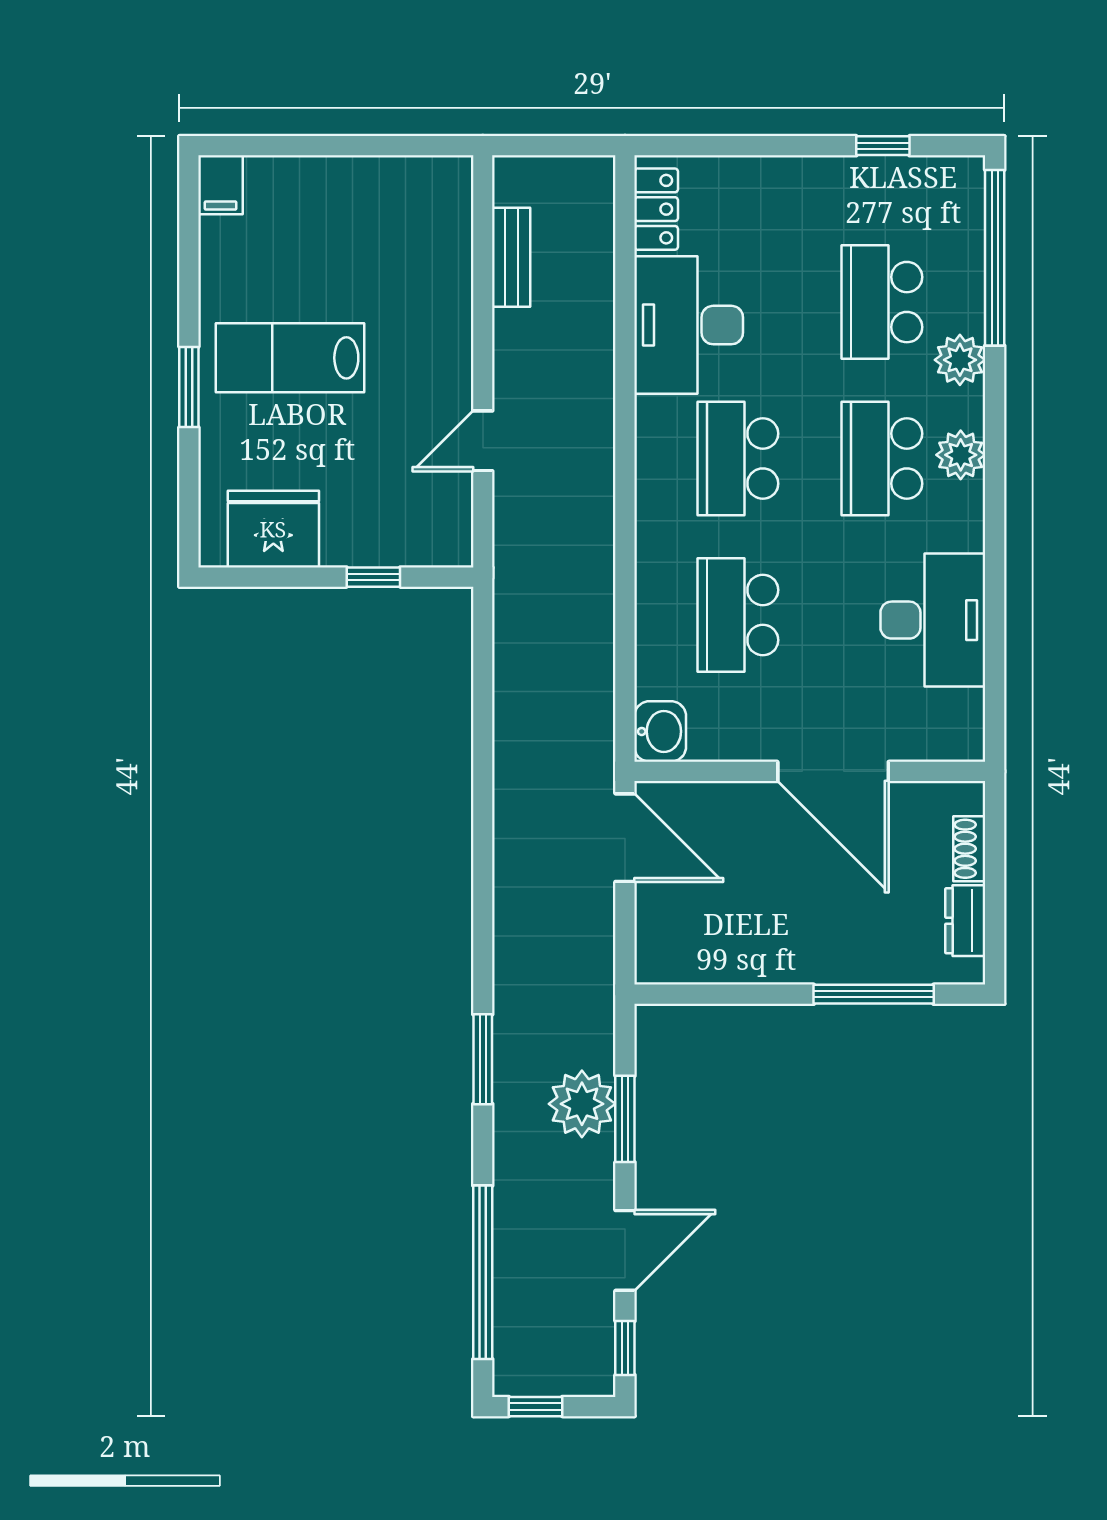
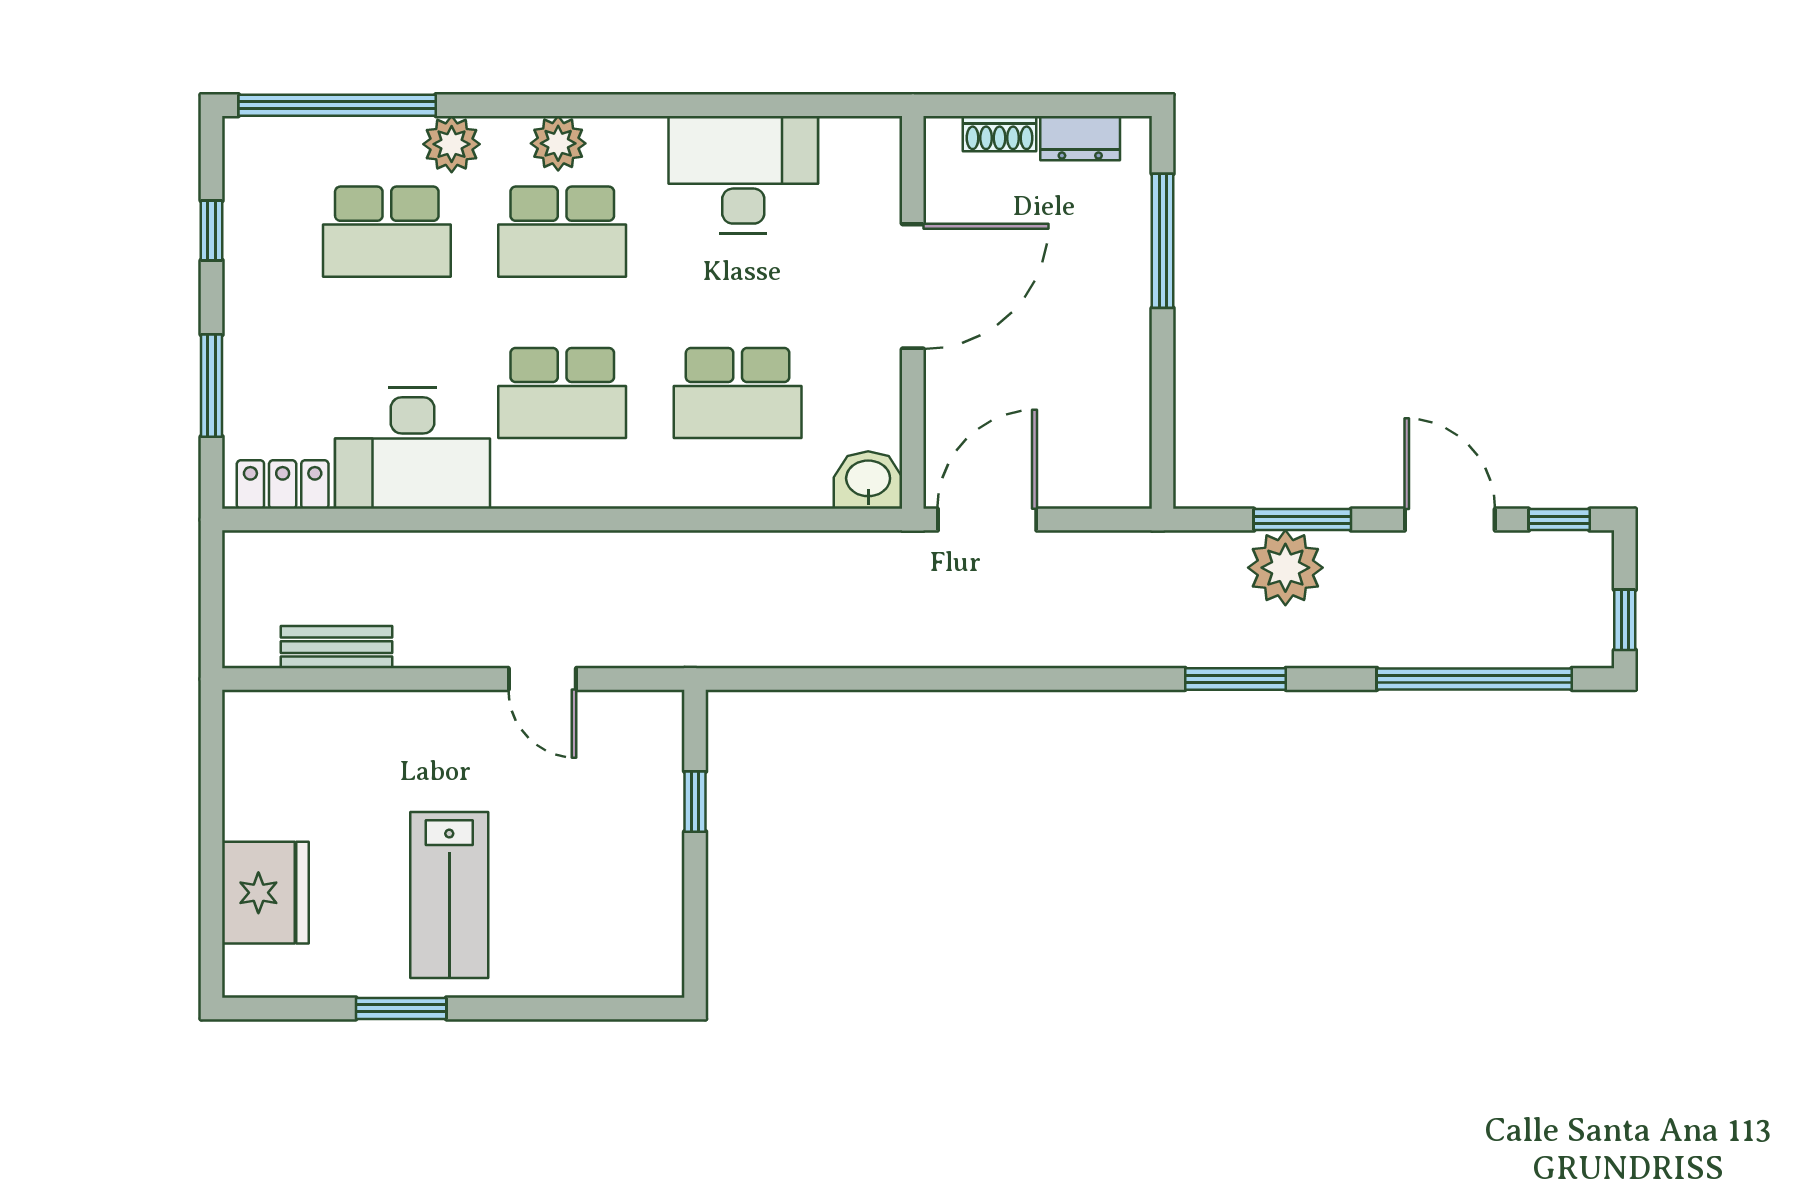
window: (744, 146) -> (212, 386), added
filing cabinet: (221, 185) -> (255, 973), removed
window: (189, 387) -> (401, 1008), moved
fridge: (273, 529) -> (265, 893), moved, turned 180

